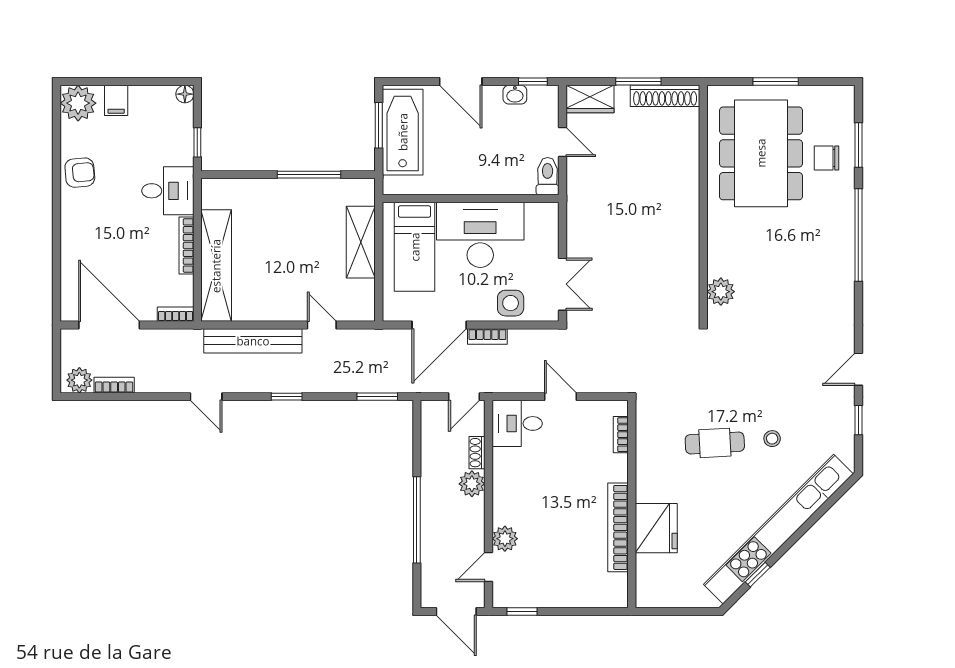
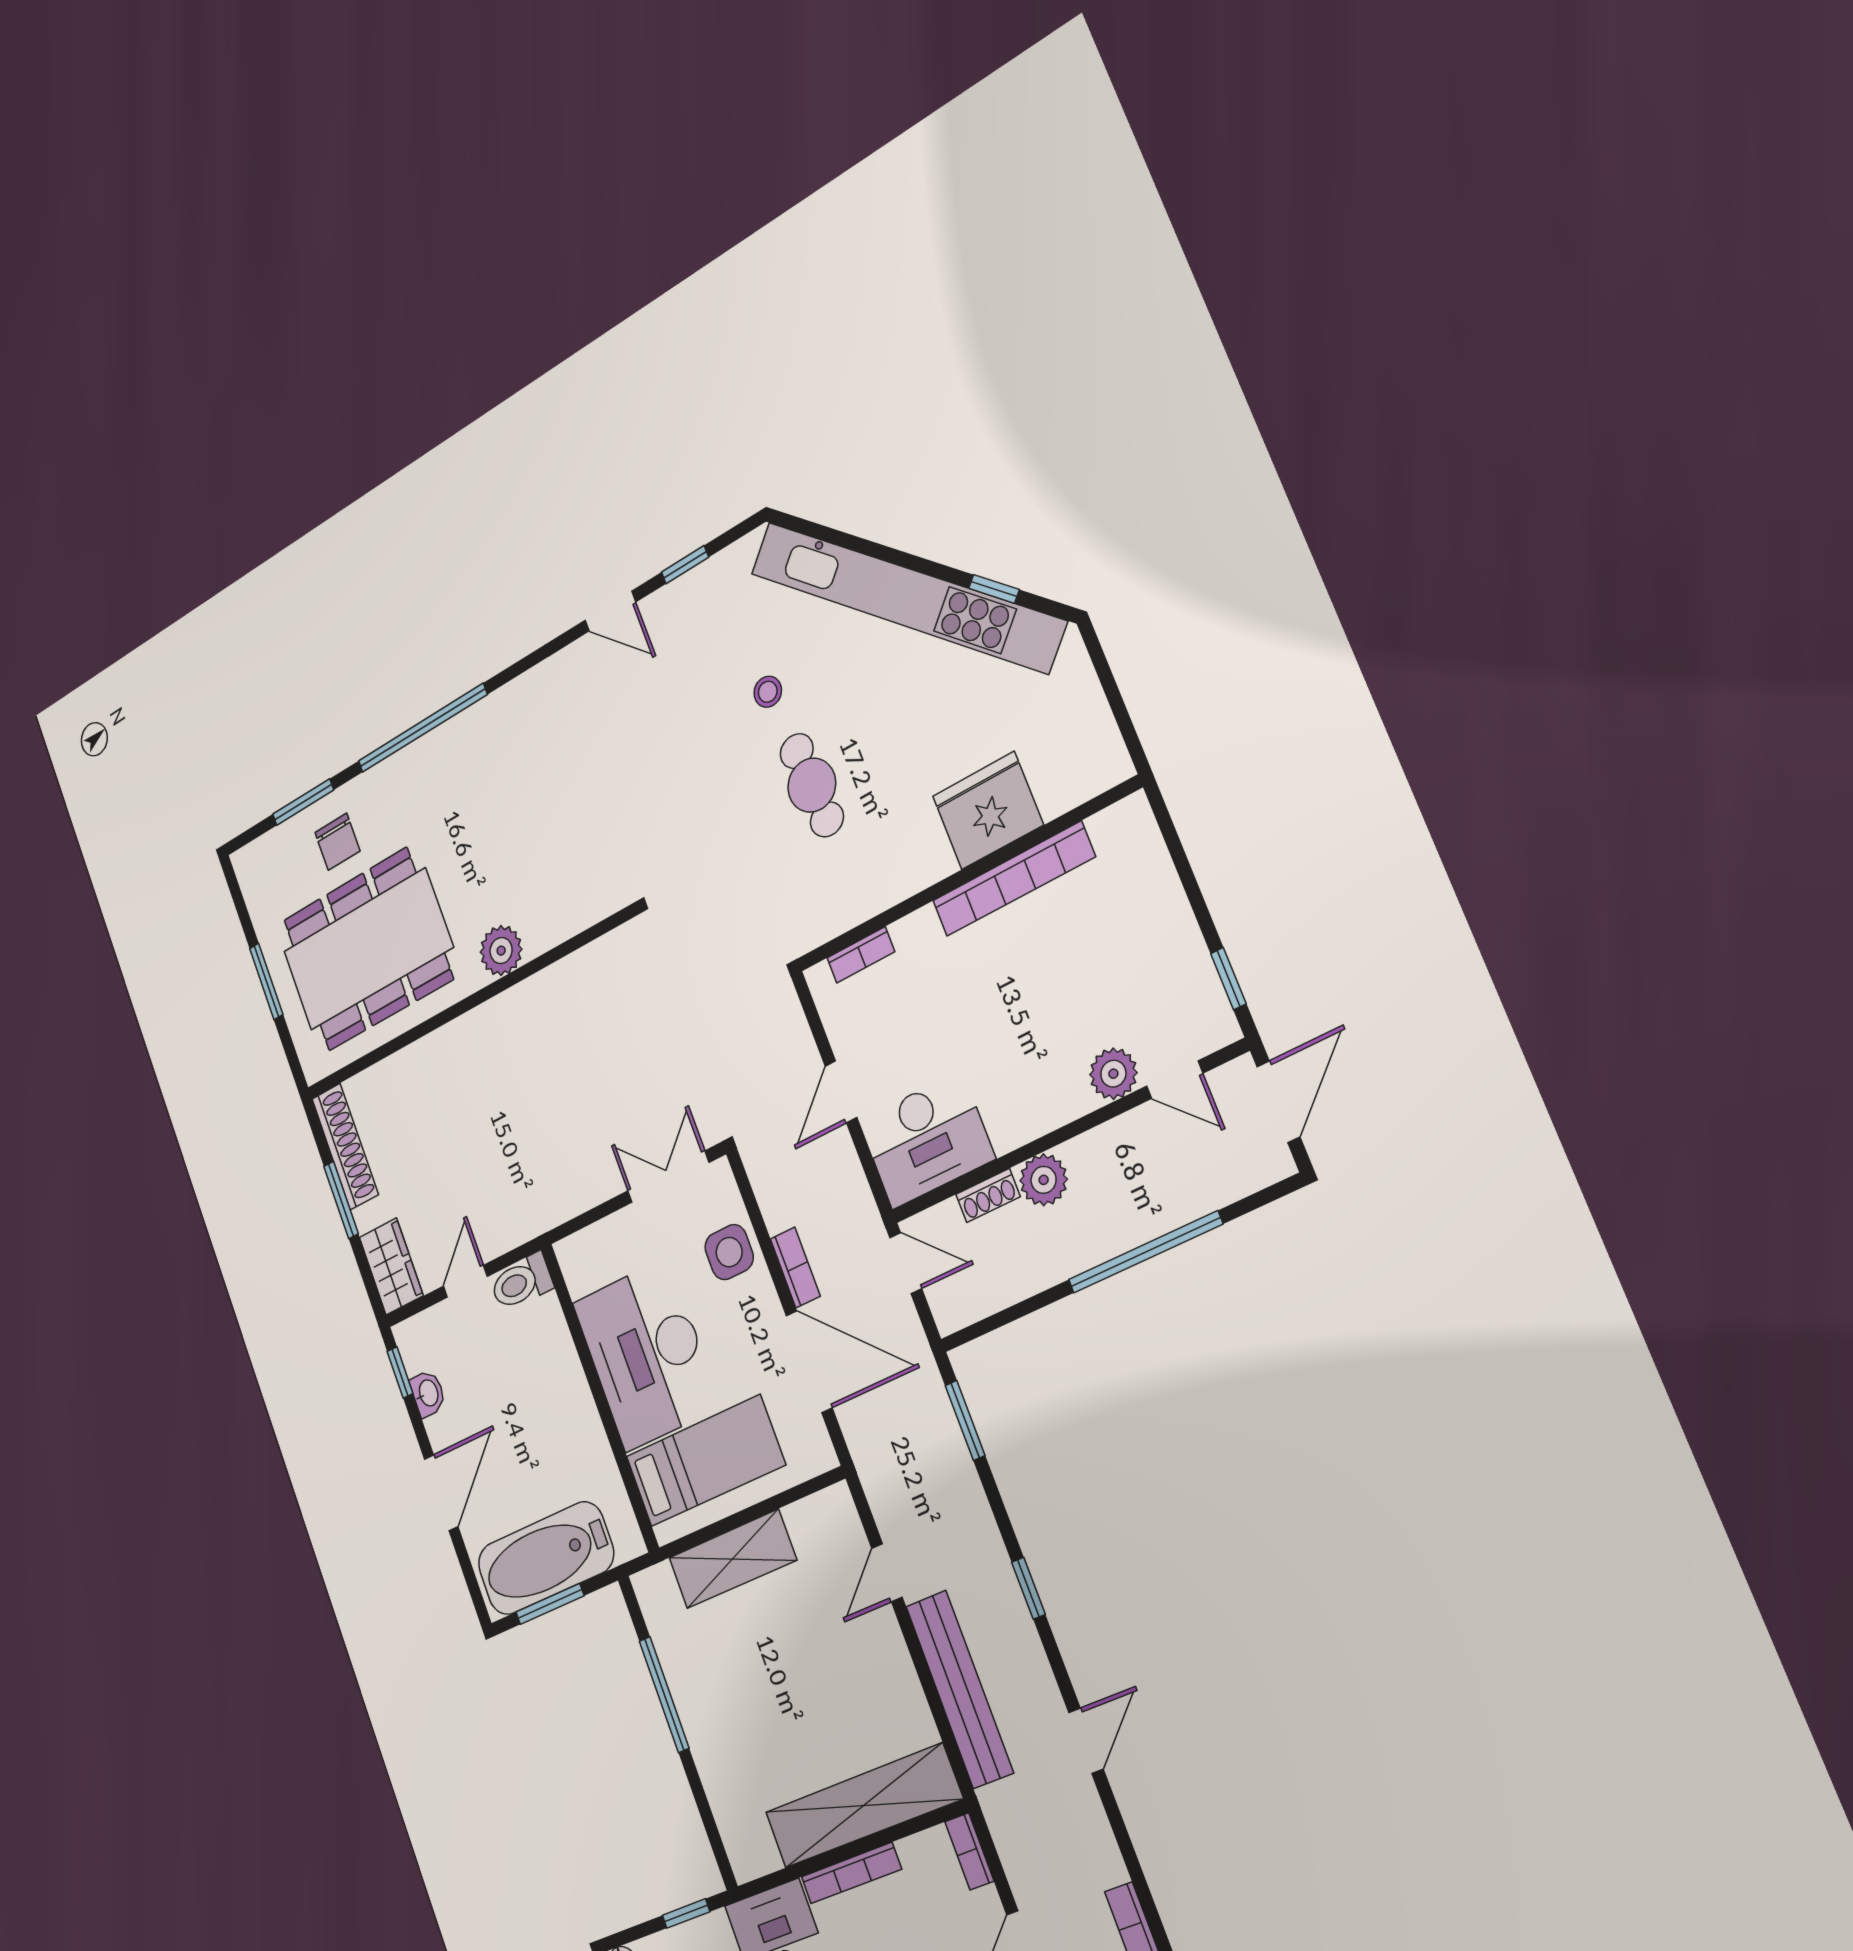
plant: (721, 292) -> (501, 951), moved
desk: (517, 423) -> (927, 1140), width x1.37

